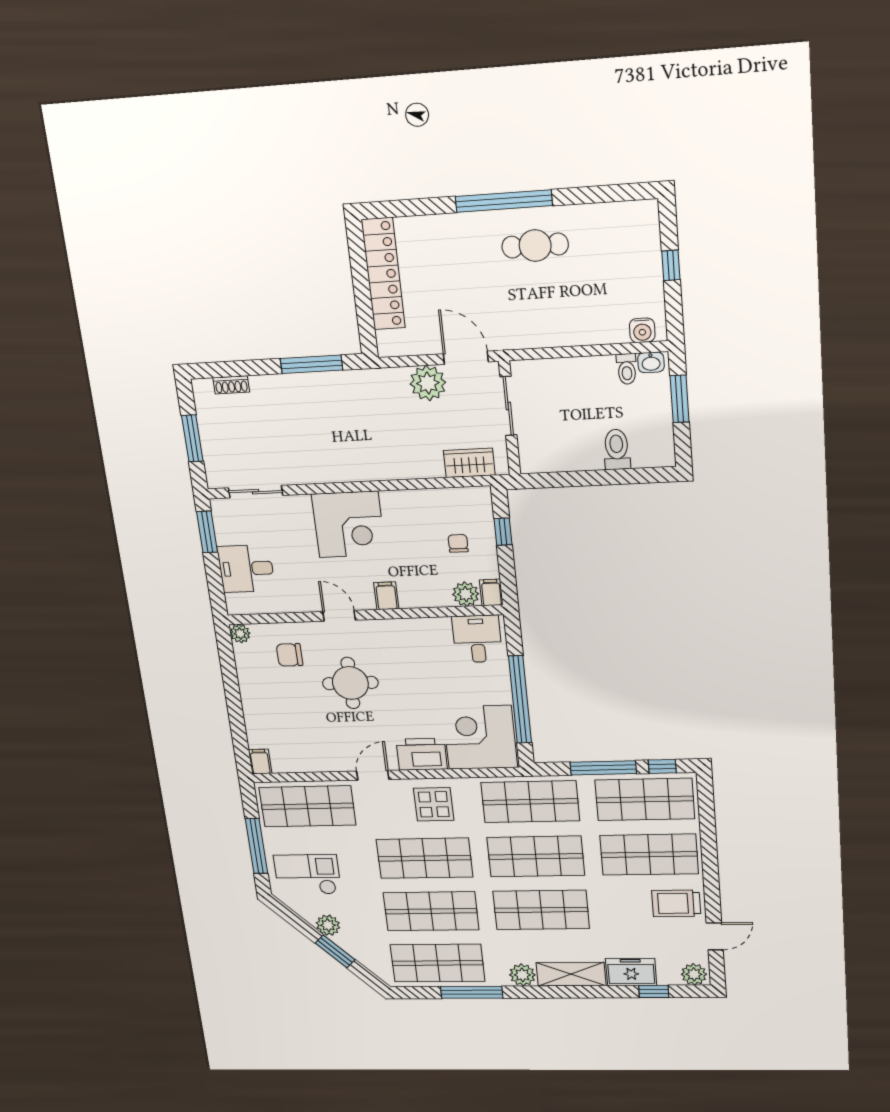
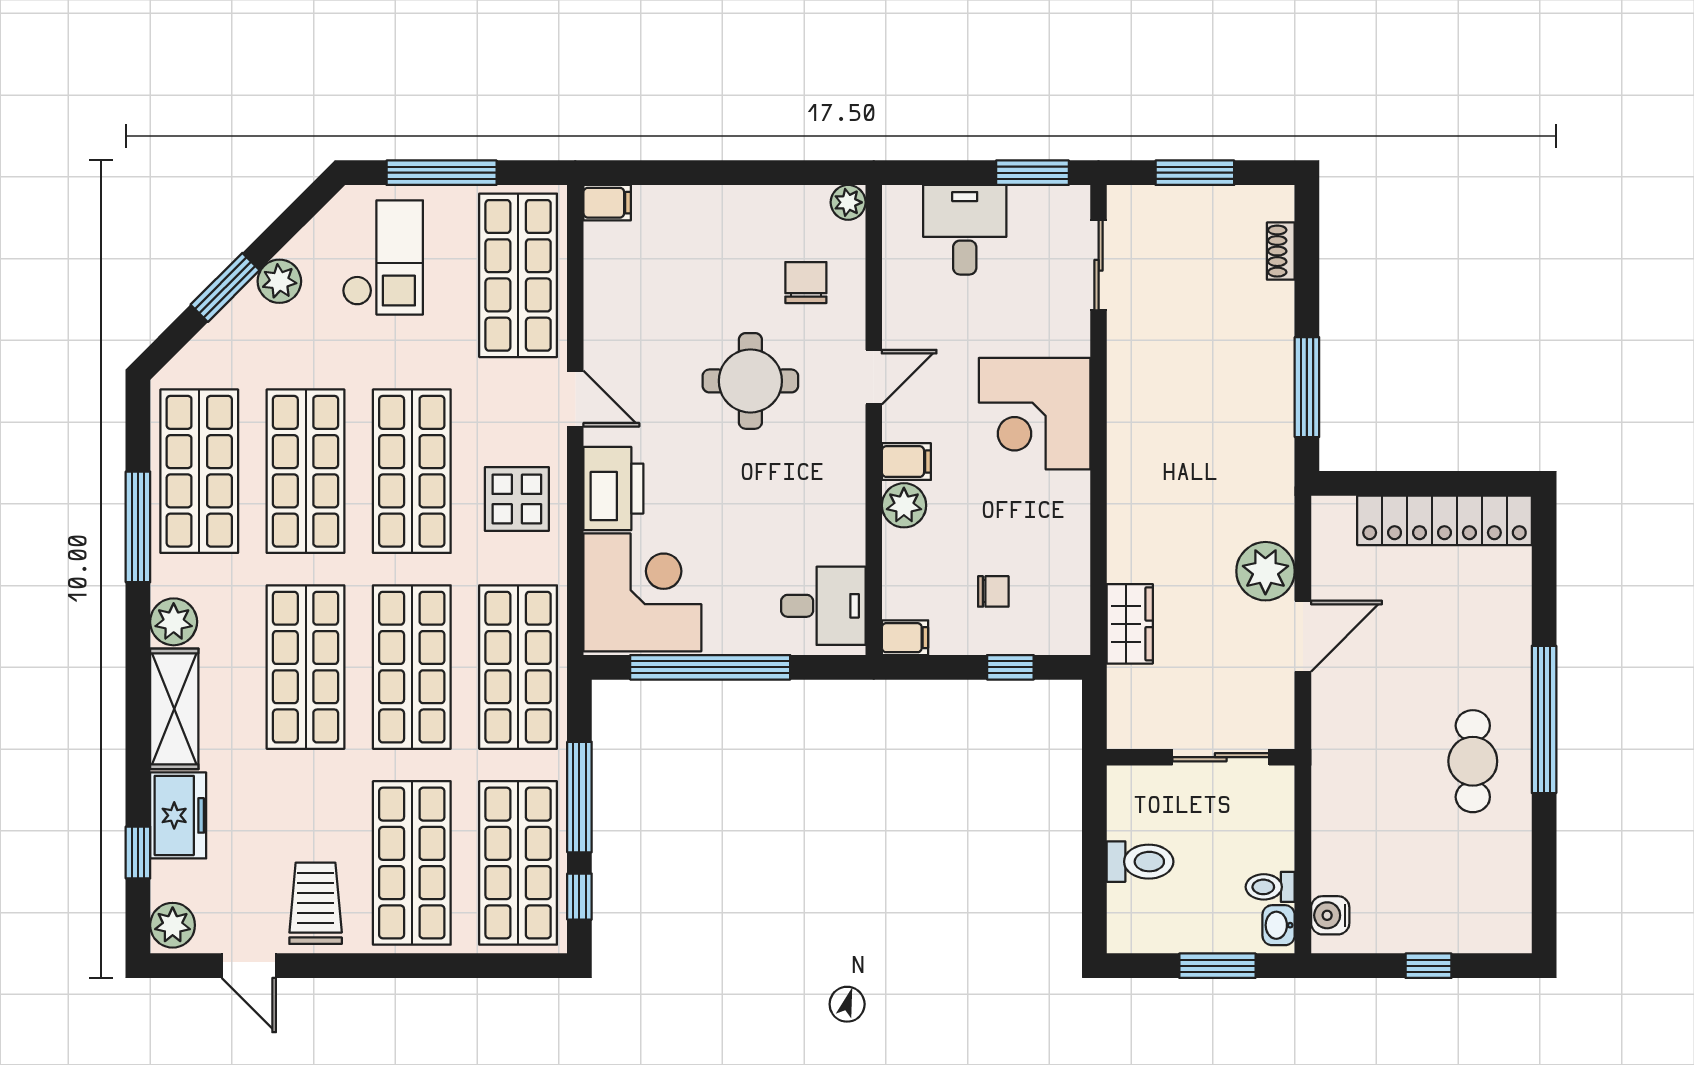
sliding door: (508, 406) -> (1221, 757), moved
wall: (510, 418) -> (1201, 757), moved
plant: (466, 594) -> (904, 505), moved

